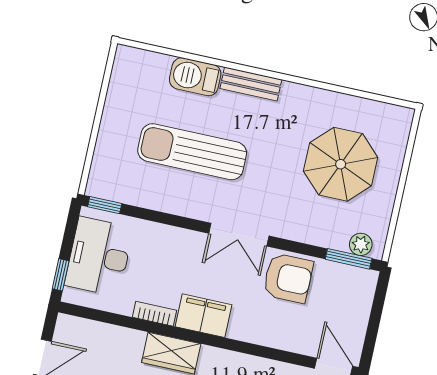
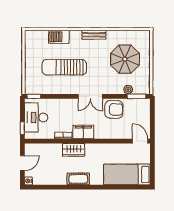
bench: (251, 84) -> (94, 35), moved
plant: (361, 244) -> (128, 89), moved

